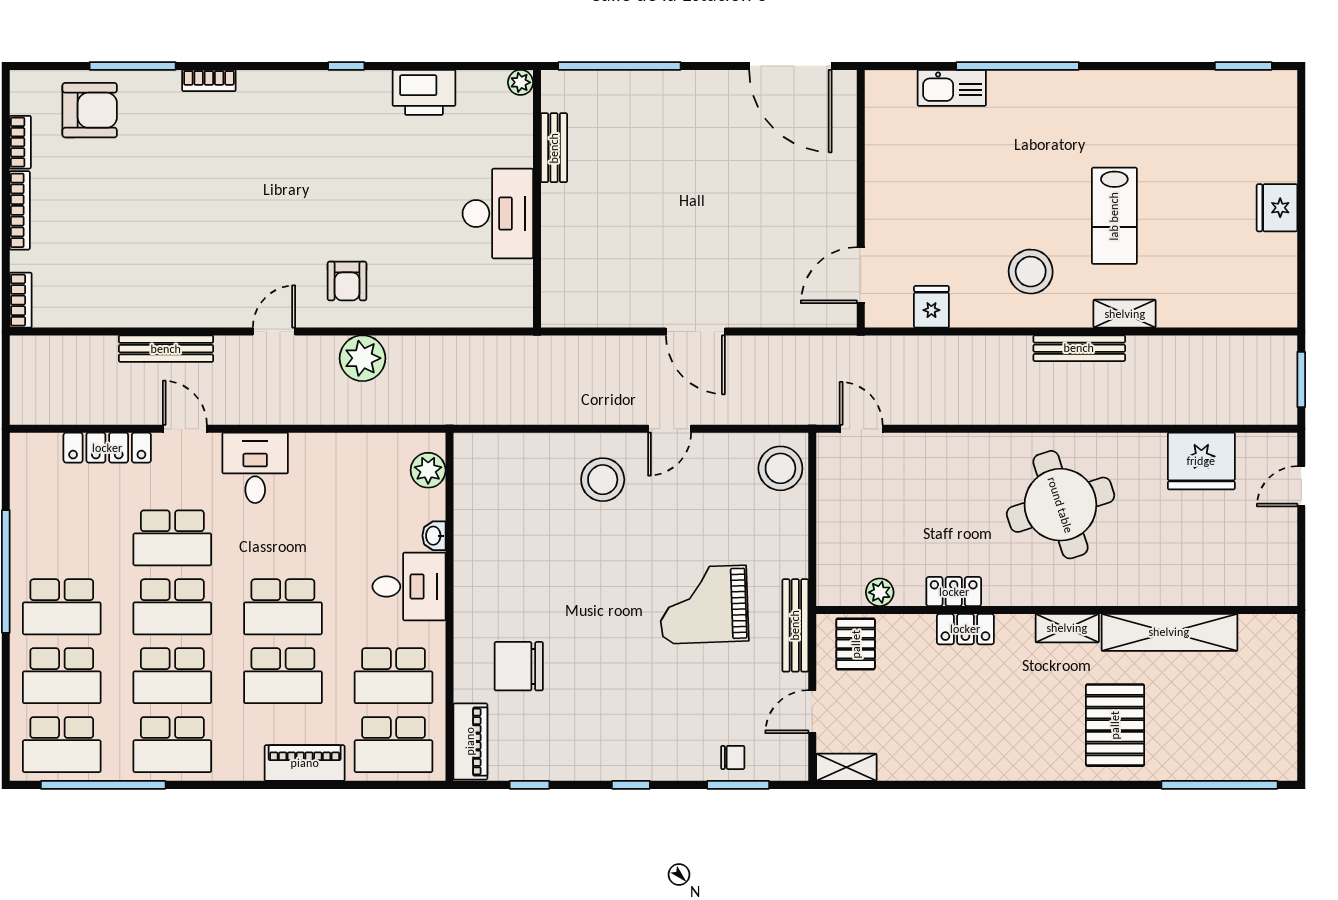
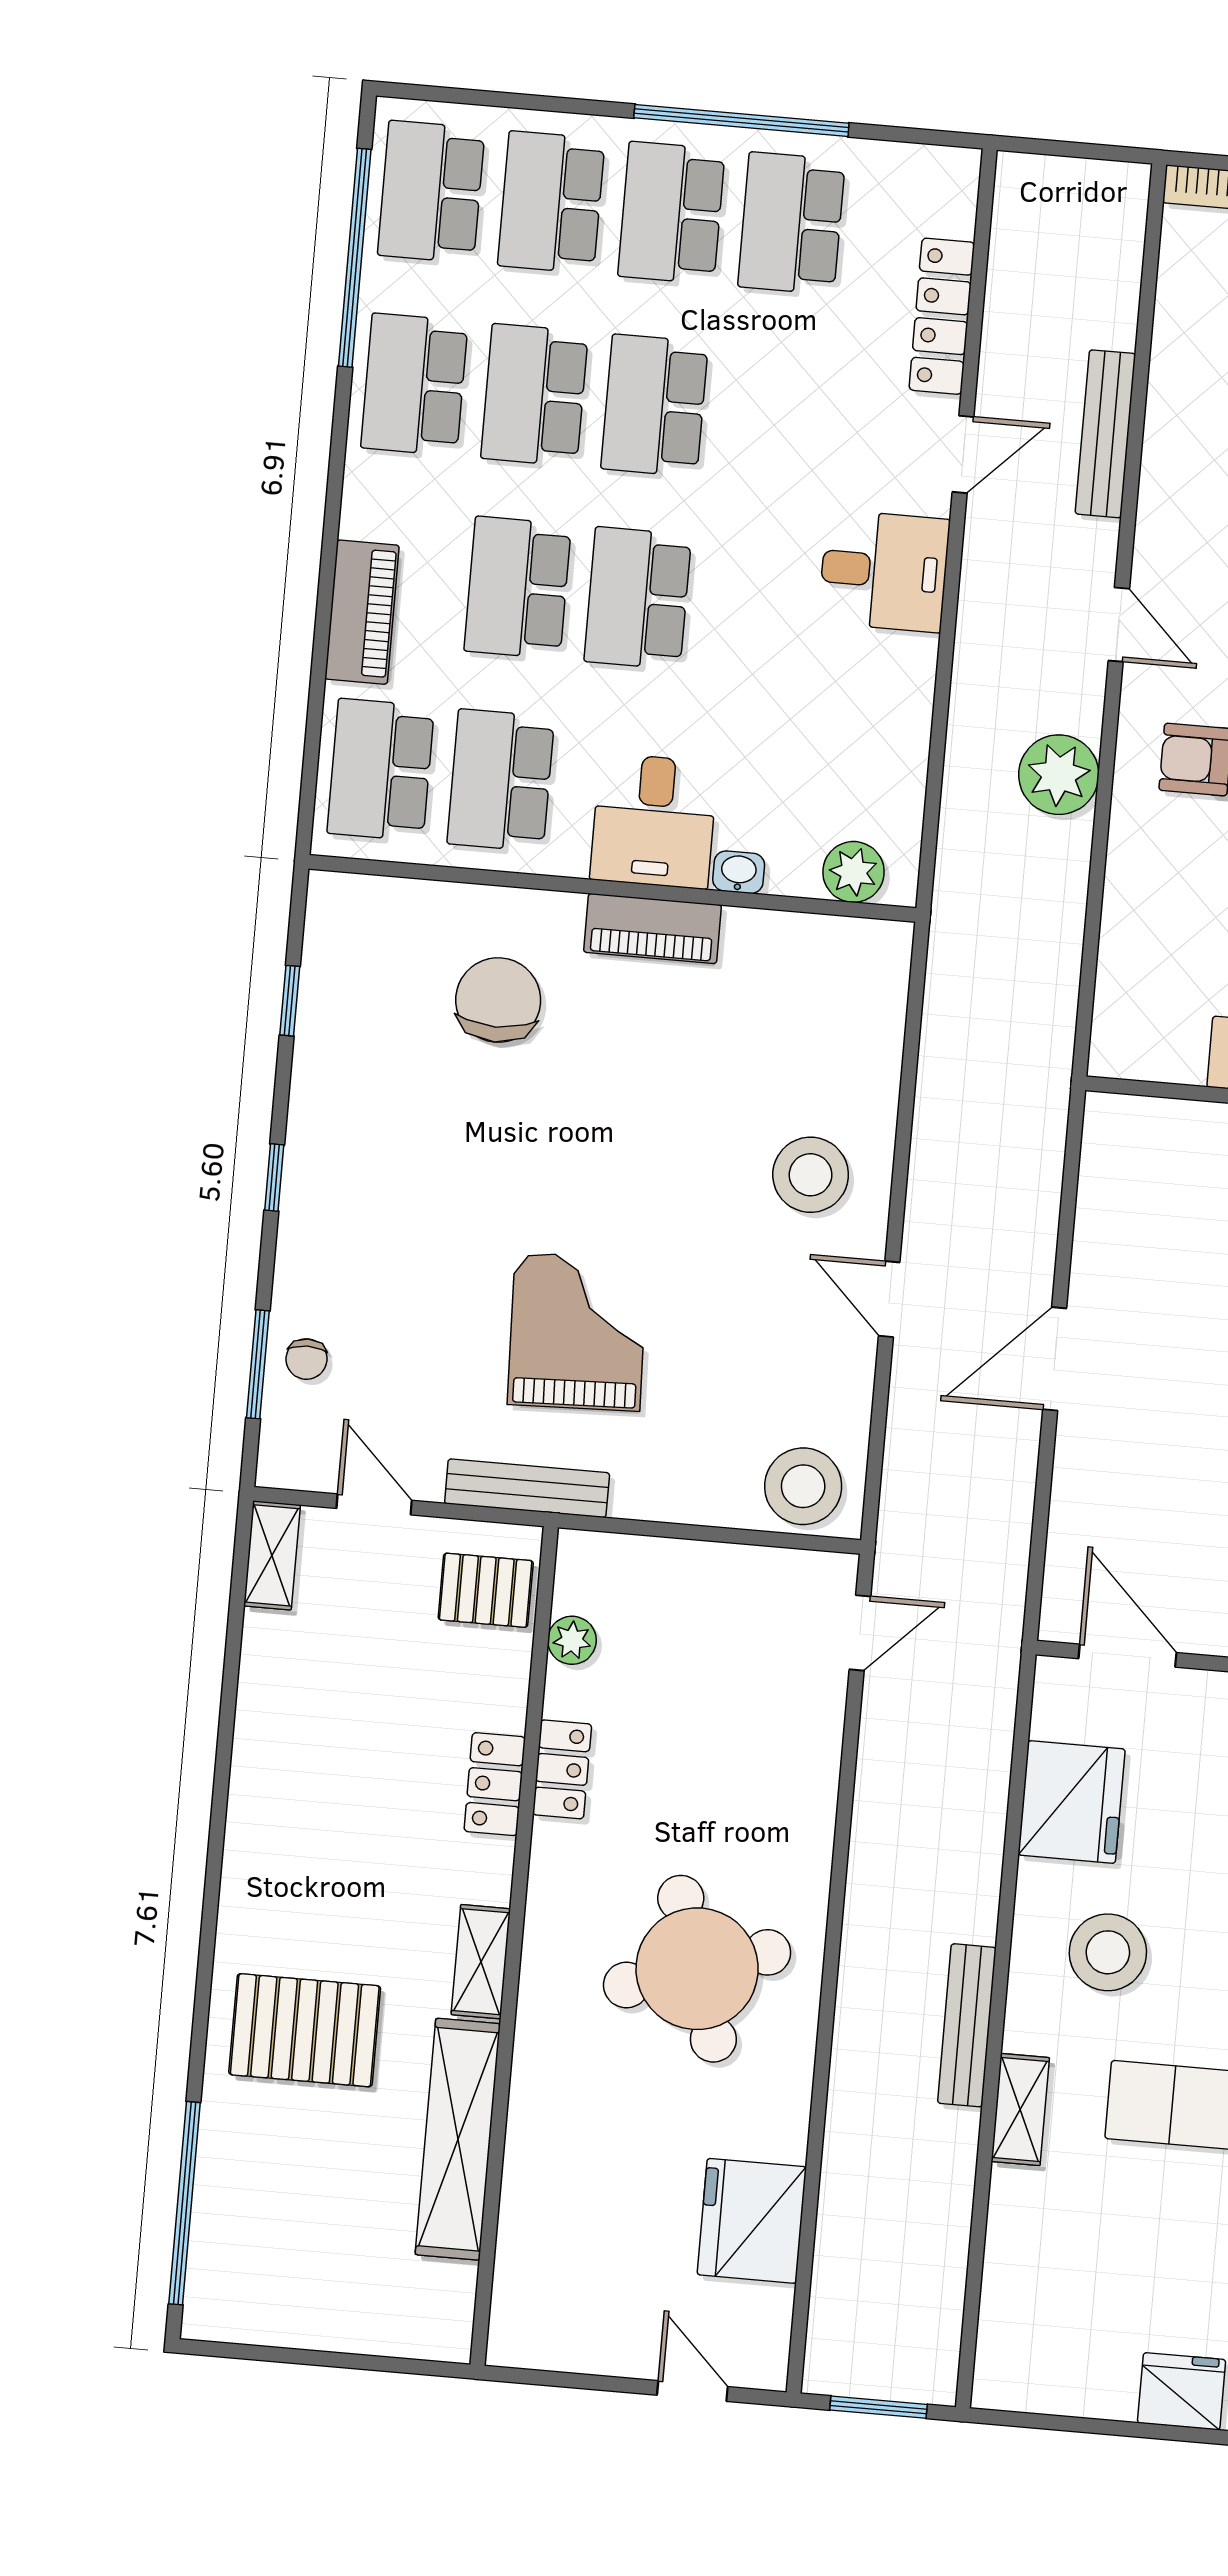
fridge: (931, 307) -> (1072, 1802), width x1.88, depth x1.34
school desk: (172, 538) -> (792, 223), moved
piano: (470, 741) -> (653, 929), moved

